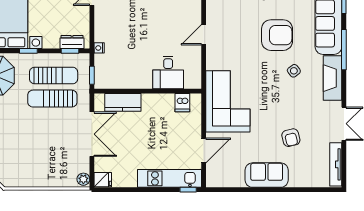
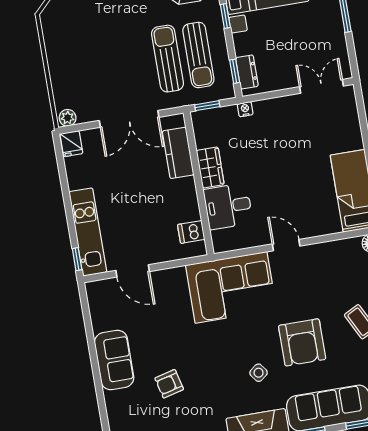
wardrobe: (137, 81) -> (210, 167), added
corner sofa: (228, 101) -> (231, 287), moved

